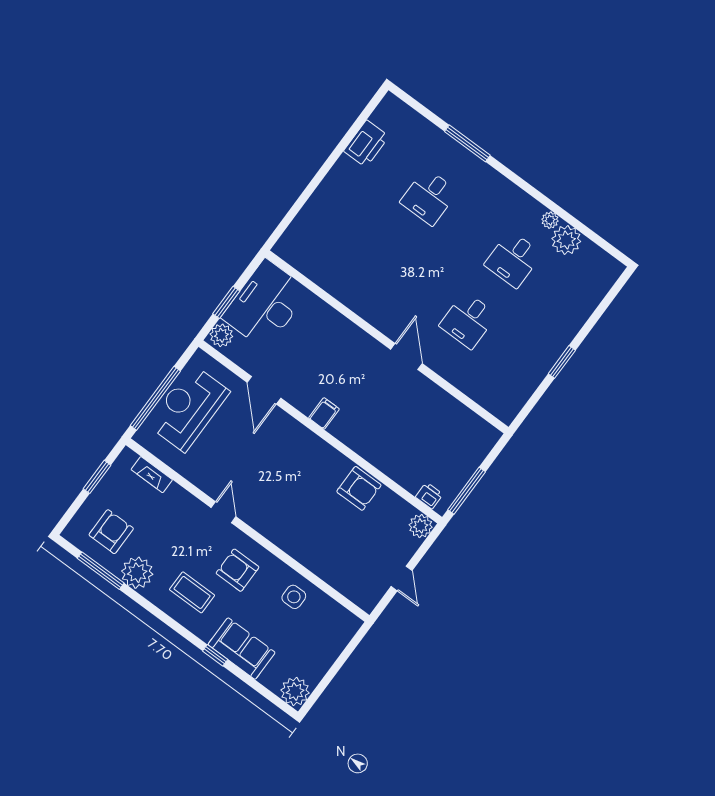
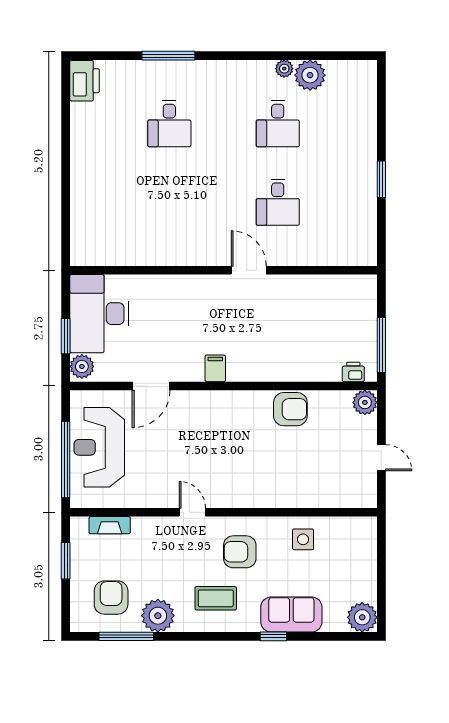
printer: (366, 144) -> (84, 81), moved
door: (264, 390) -> (151, 386), hinge flipped

